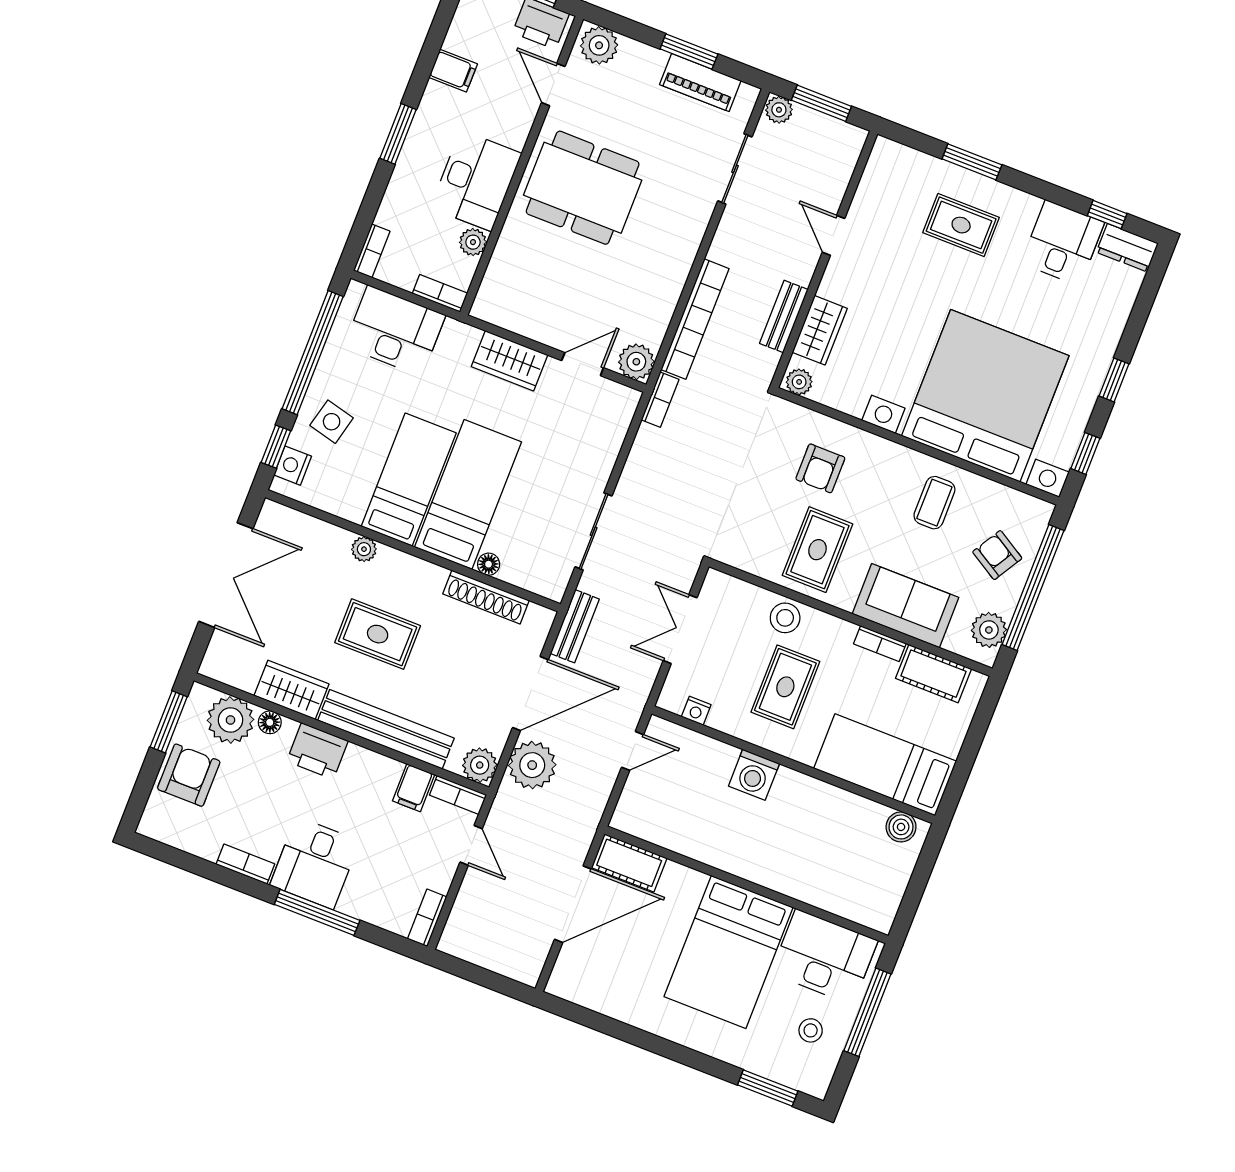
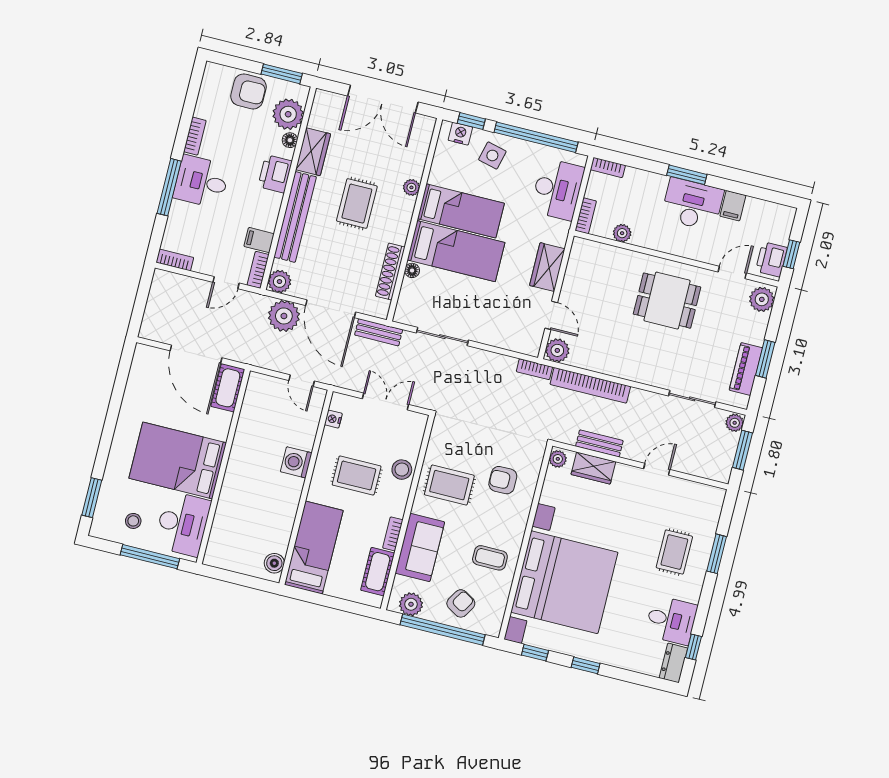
desk: (476, 181) -> (692, 204), moved, turned 180
dining table: (583, 188) -> (667, 301), width x0.73

